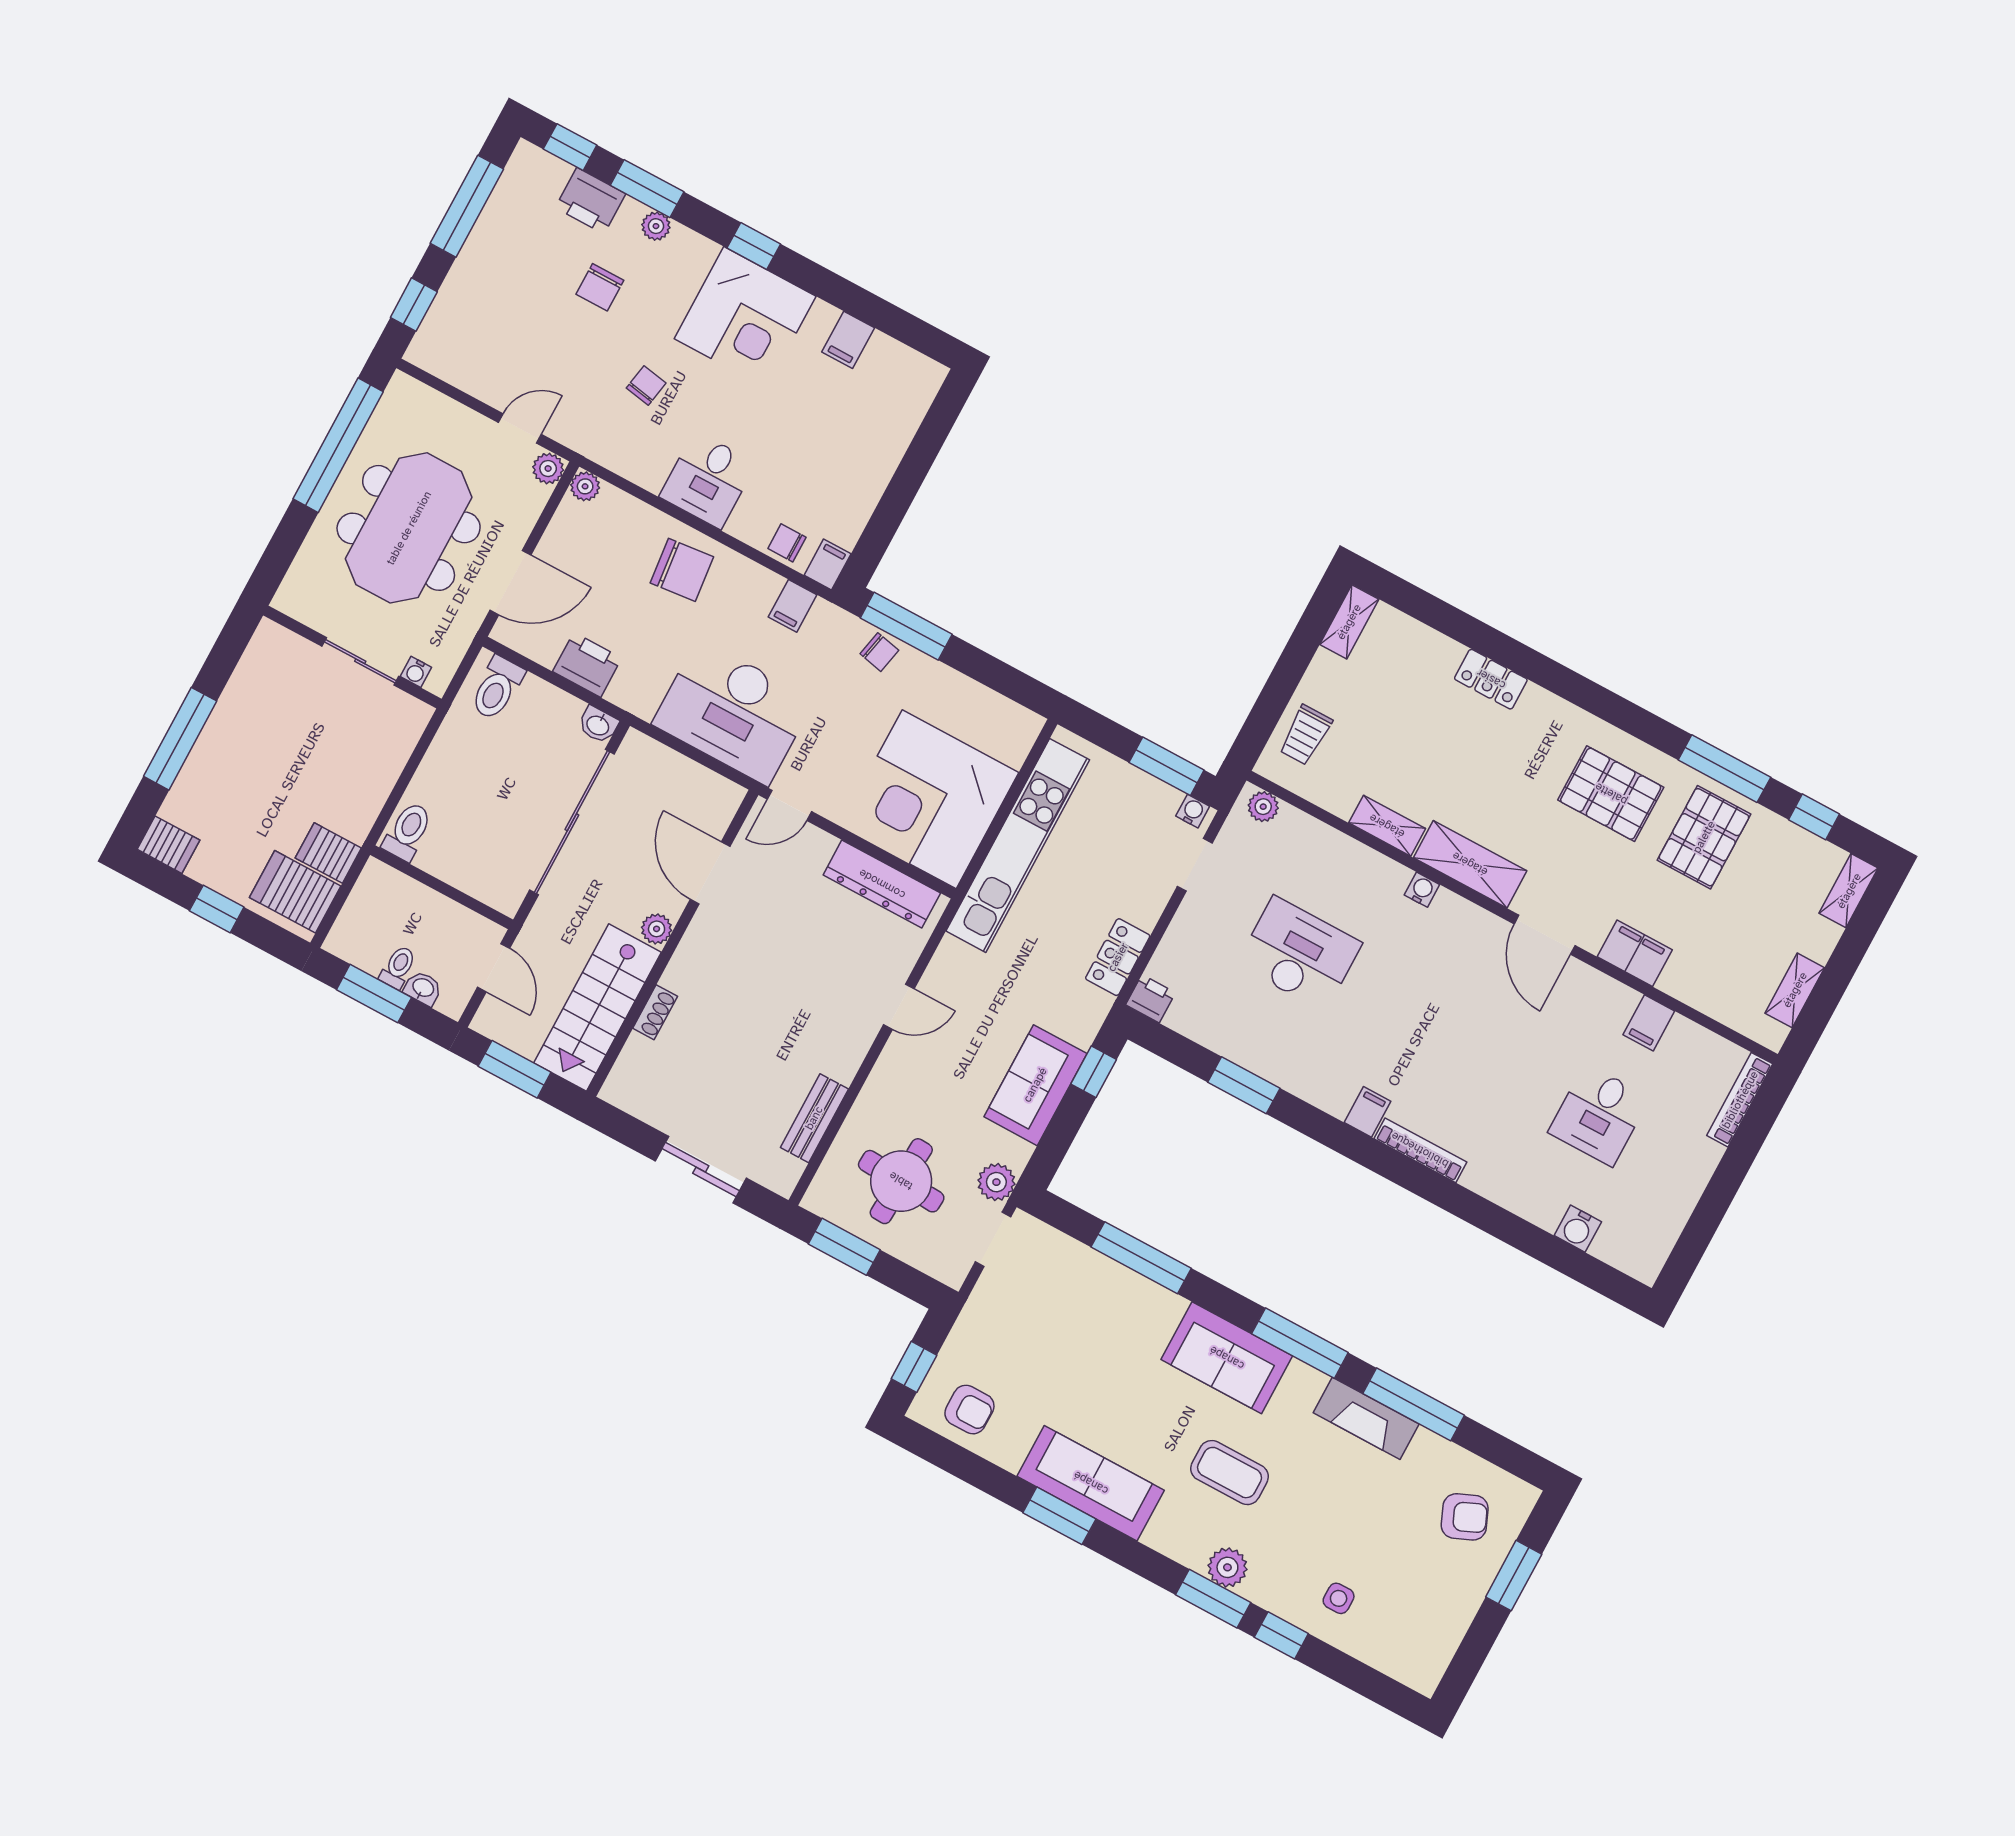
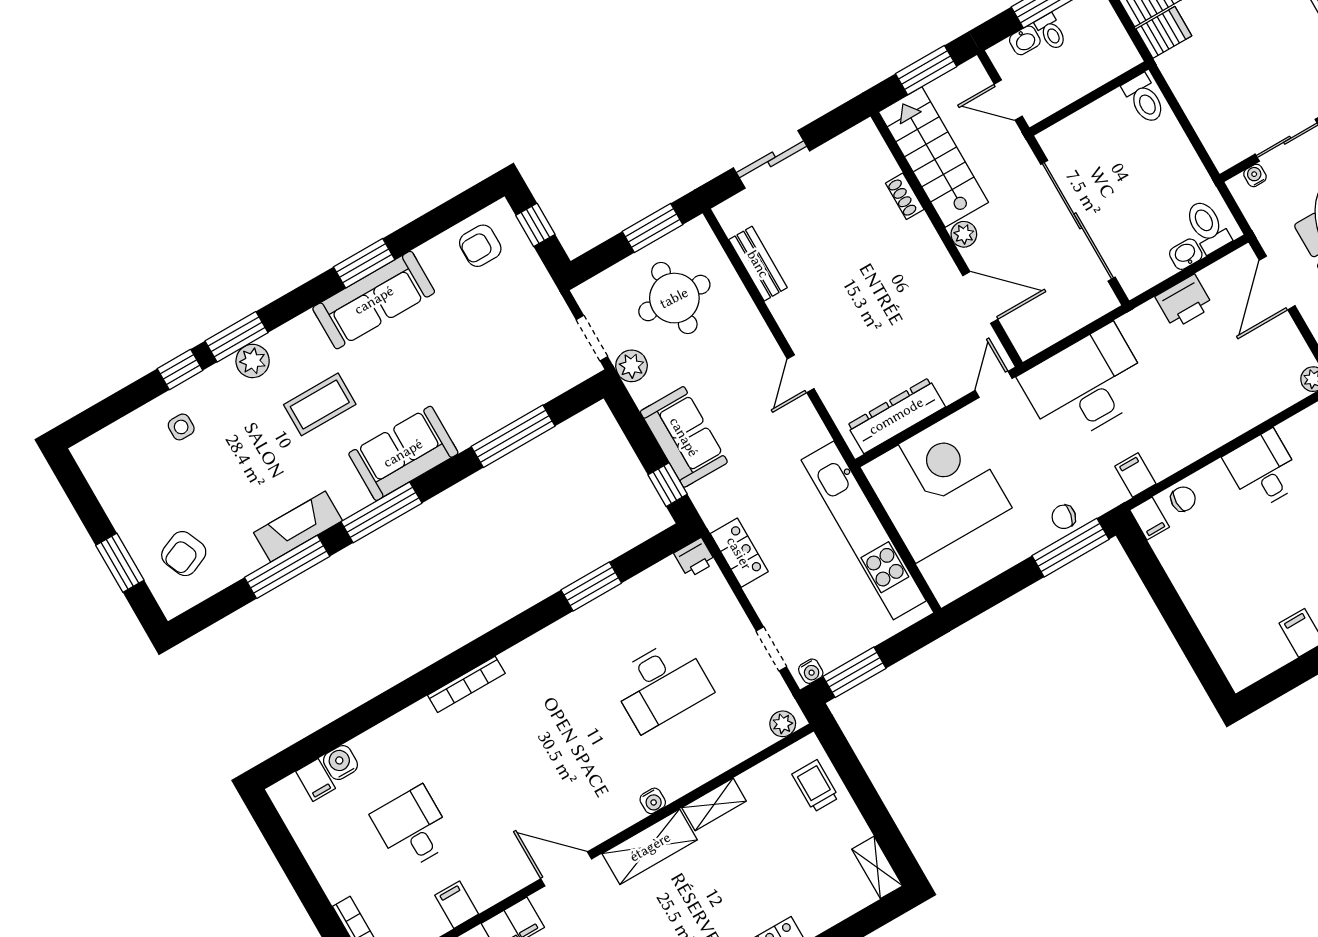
chair: (682, 570) -> (1210, 412), removed
washbasin: (598, 725) -> (1186, 254), moved
filing cabinet: (1368, 1112) -> (316, 780), moved

